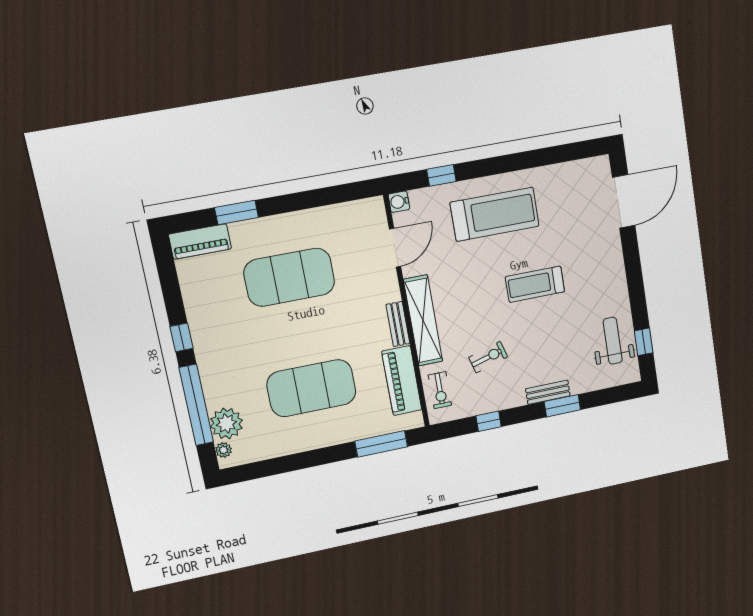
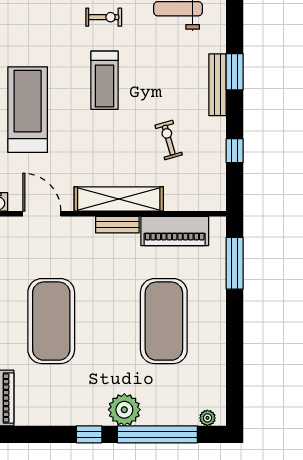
exercise bike: (440, 390) -> (104, 17), moved
bench: (548, 392) -> (217, 85), width x1.36
plant: (226, 423) -> (124, 410), moved

